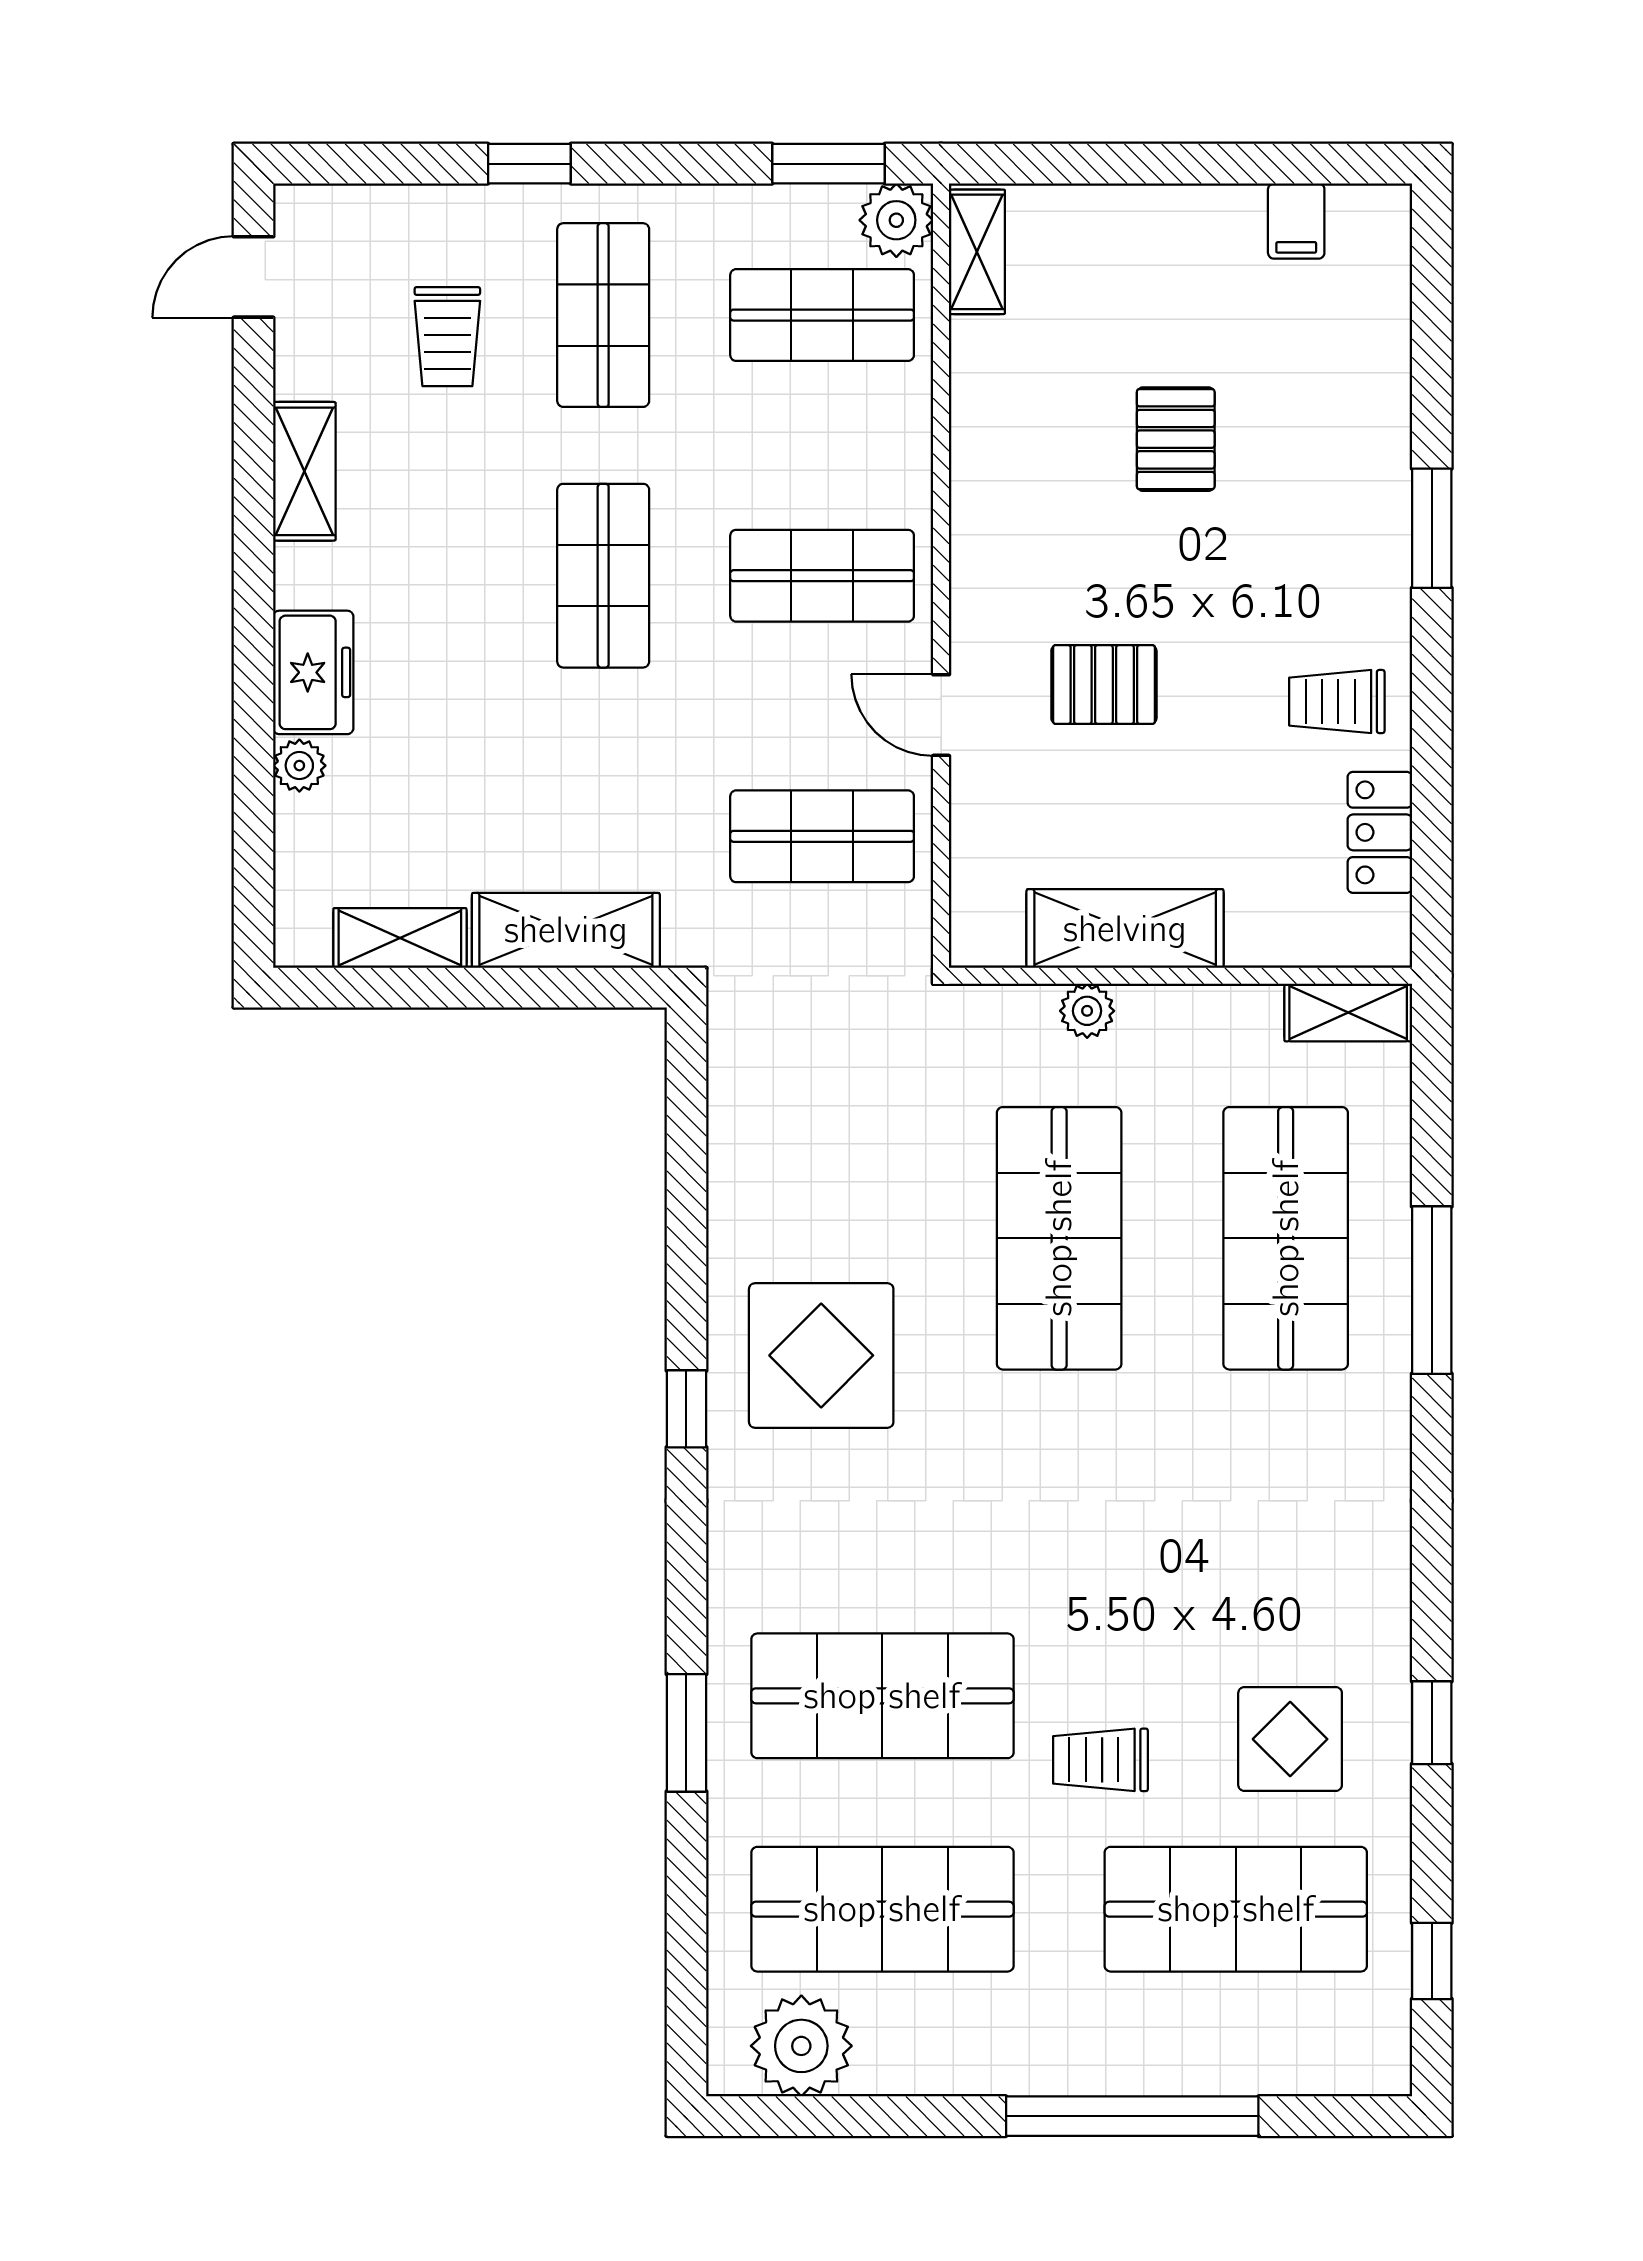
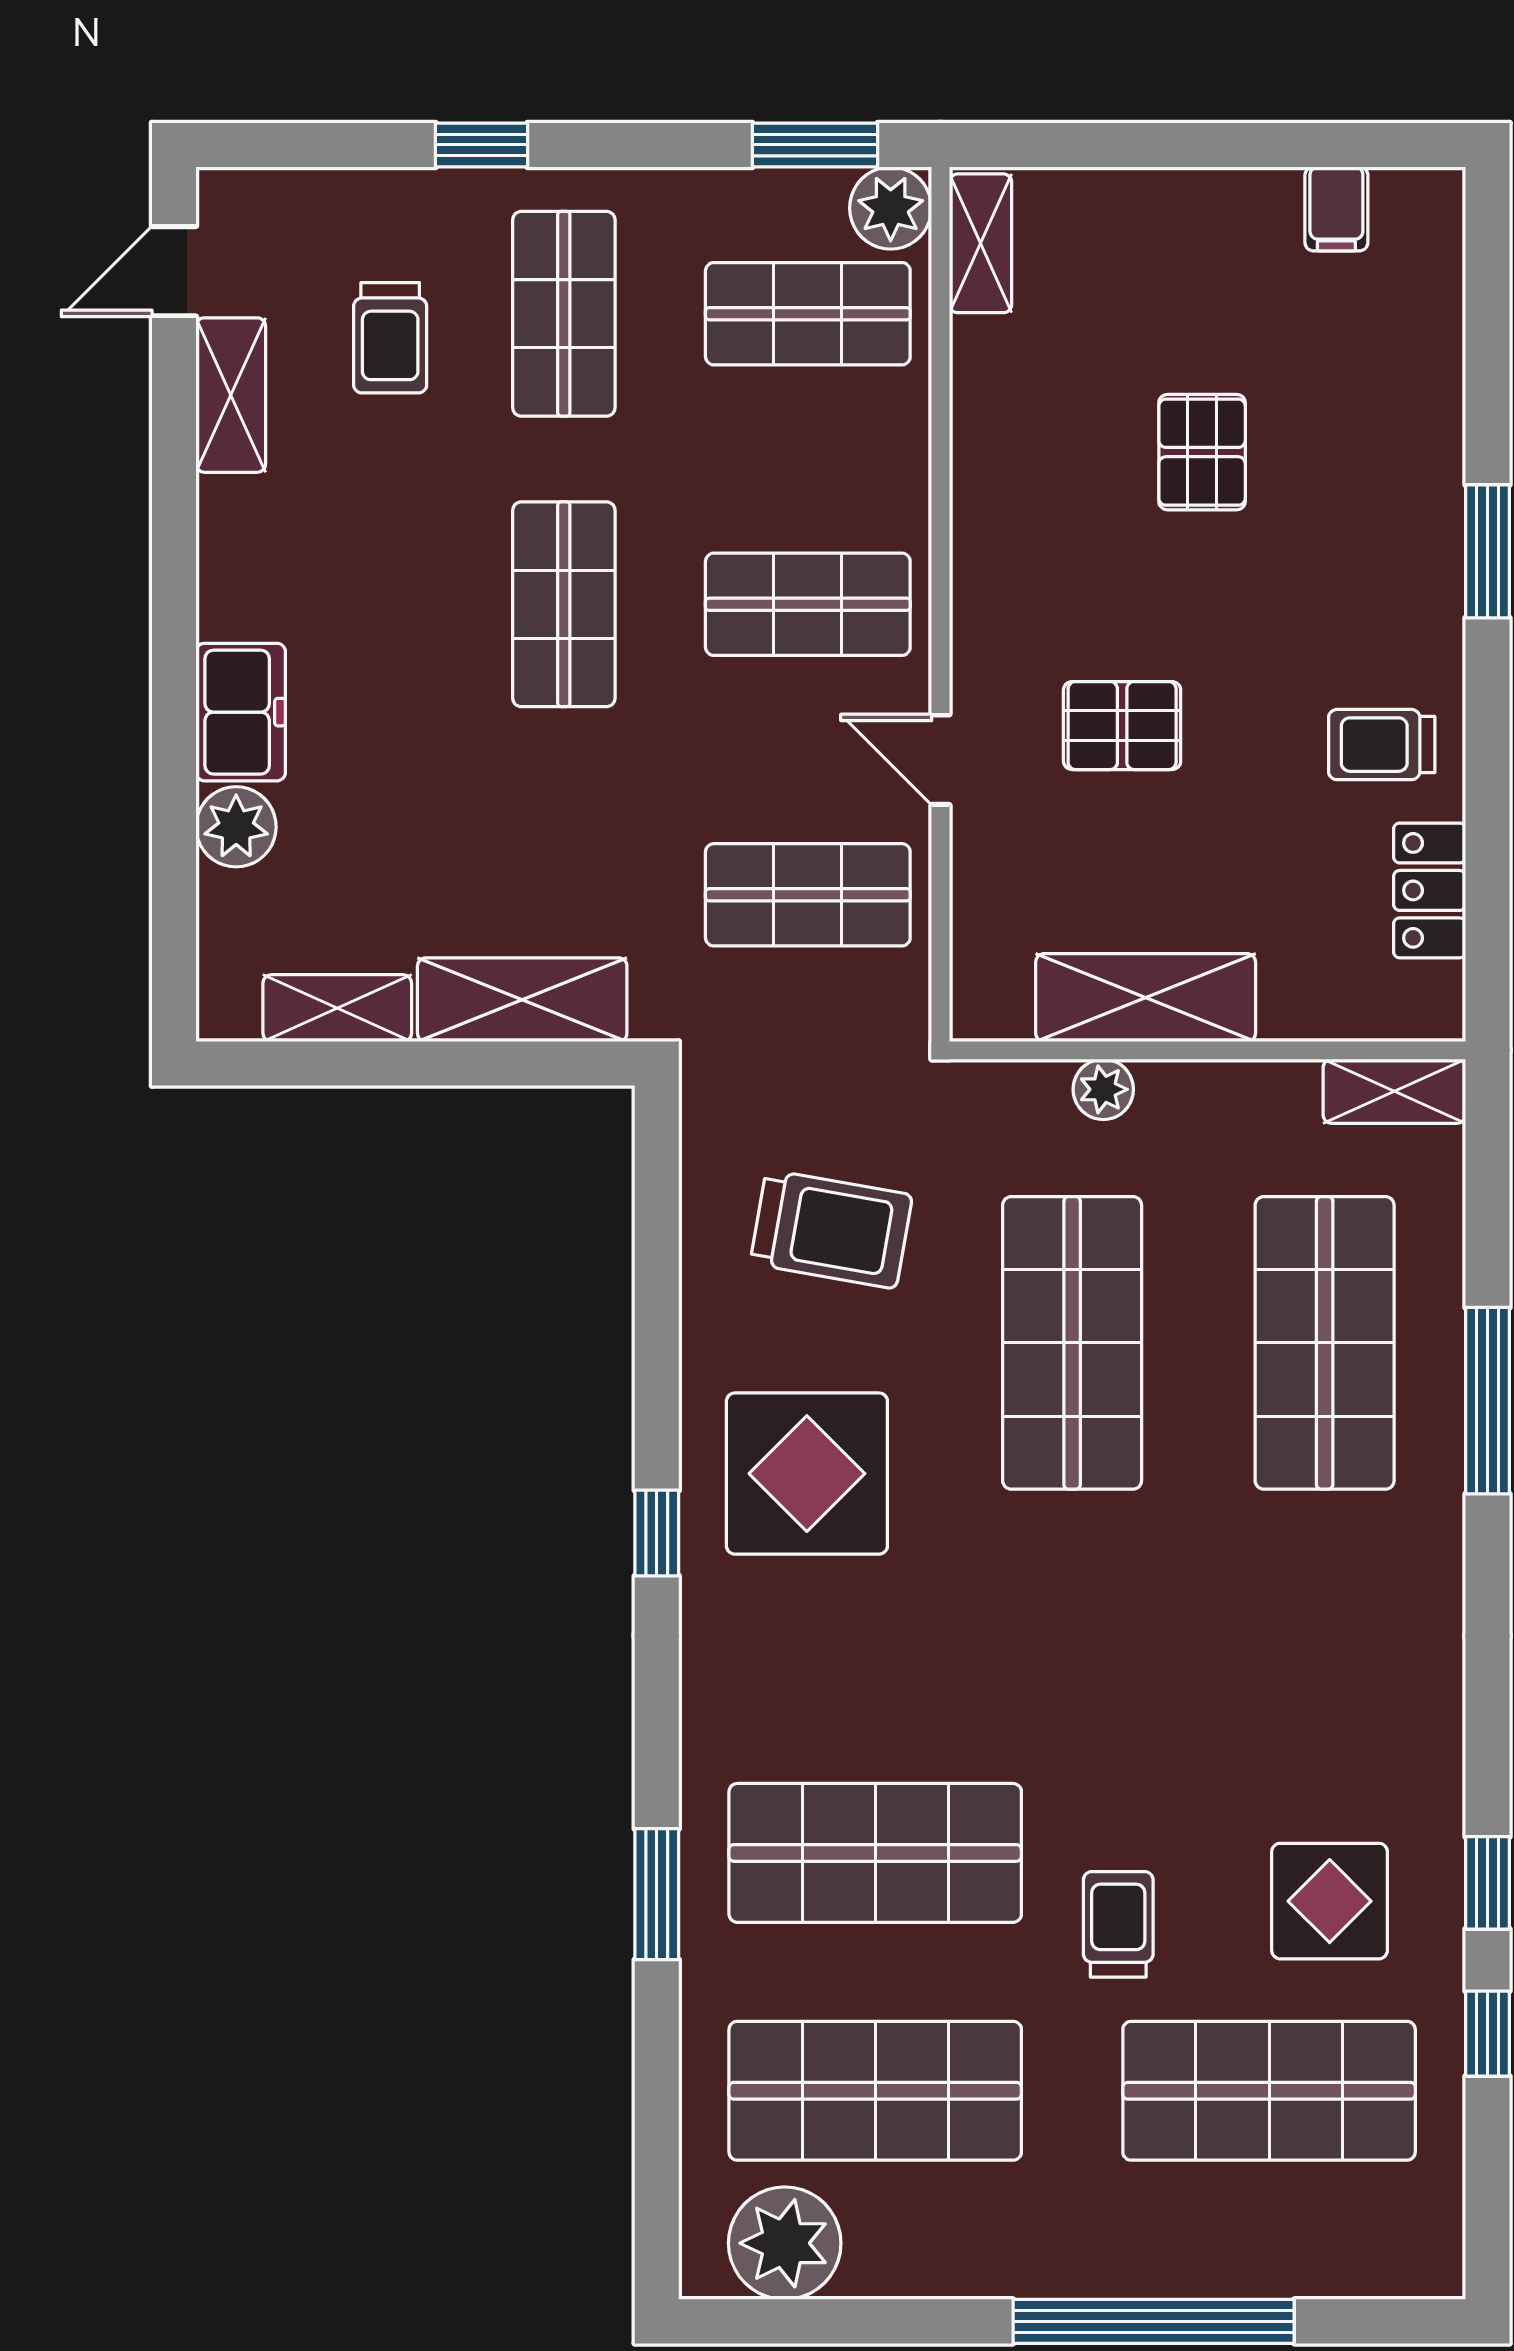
shelving: (304, 471) -> (231, 395), moved
plant: (299, 766) -> (236, 827), width x1.38, depth x1.38
trolley: (843, 1136) -> (831, 1229), added
trolley: (1101, 1760) -> (1118, 1924), turned 90
window: (1432, 1961) -> (1488, 2034), moved

